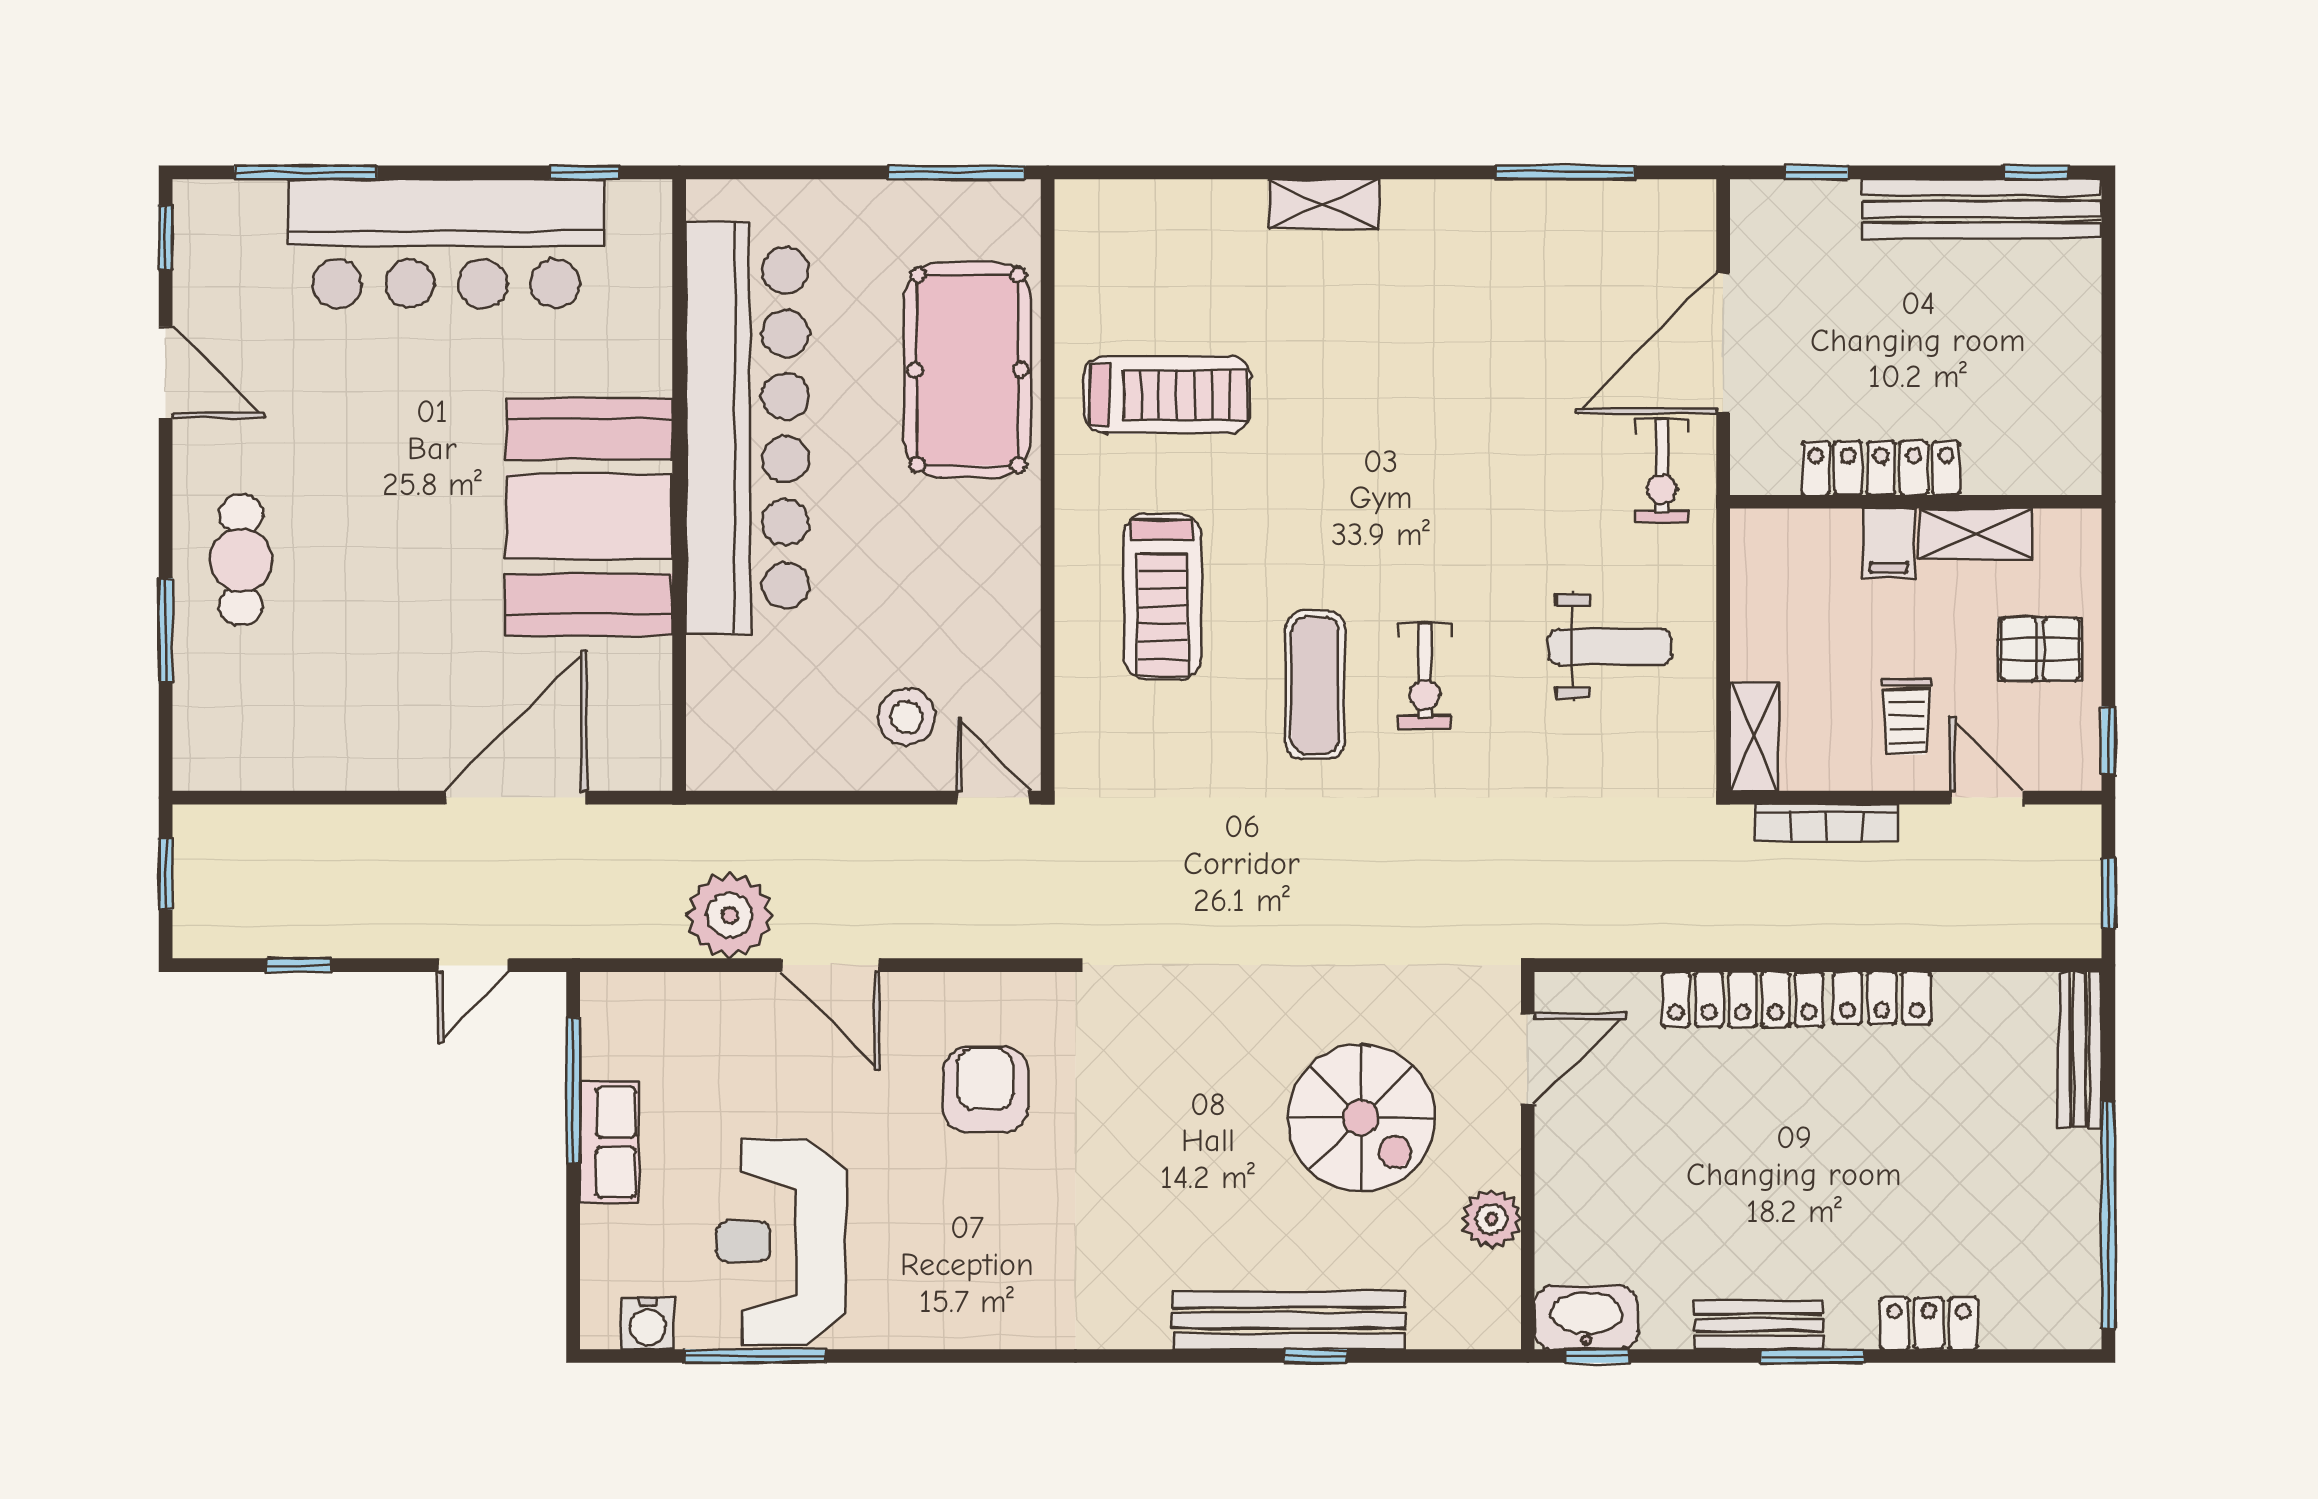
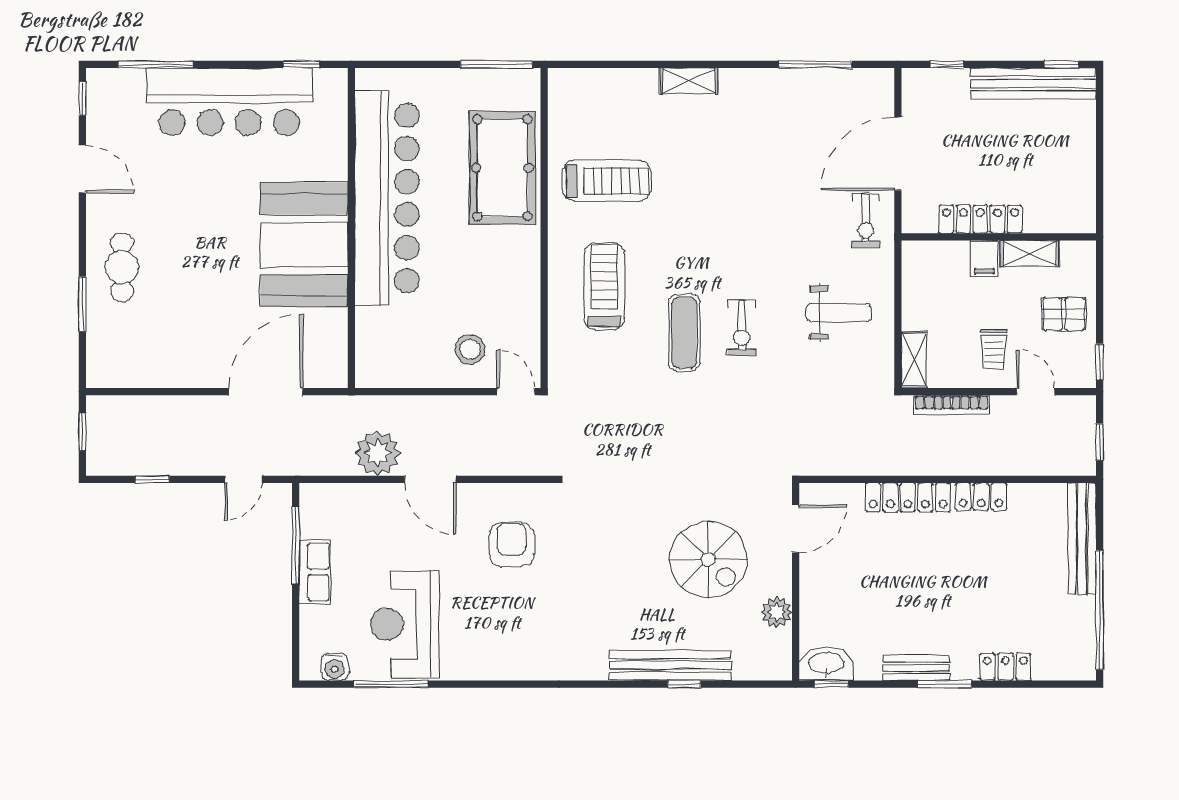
treadmill: (1163, 597) -> (604, 286), turned 180
bench: (2080, 1050) -> (1082, 539), width x1.37, depth x1.21

